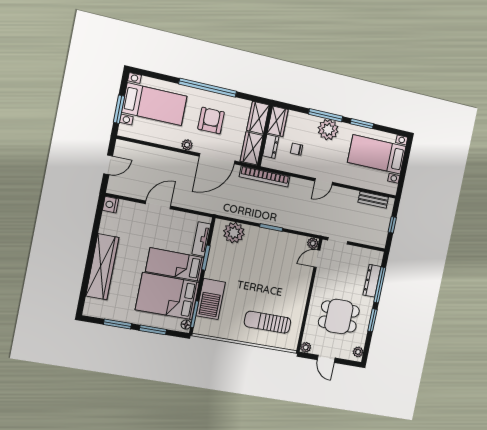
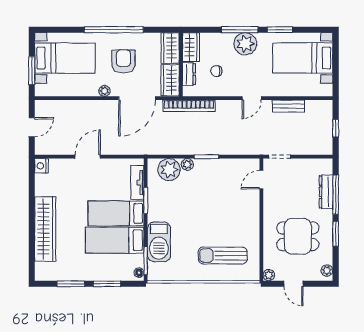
bench: (373, 200) -> (288, 106), moved
plant: (313, 243) -> (187, 164), moved
bed: (167, 296) -> (115, 240), width x0.67

